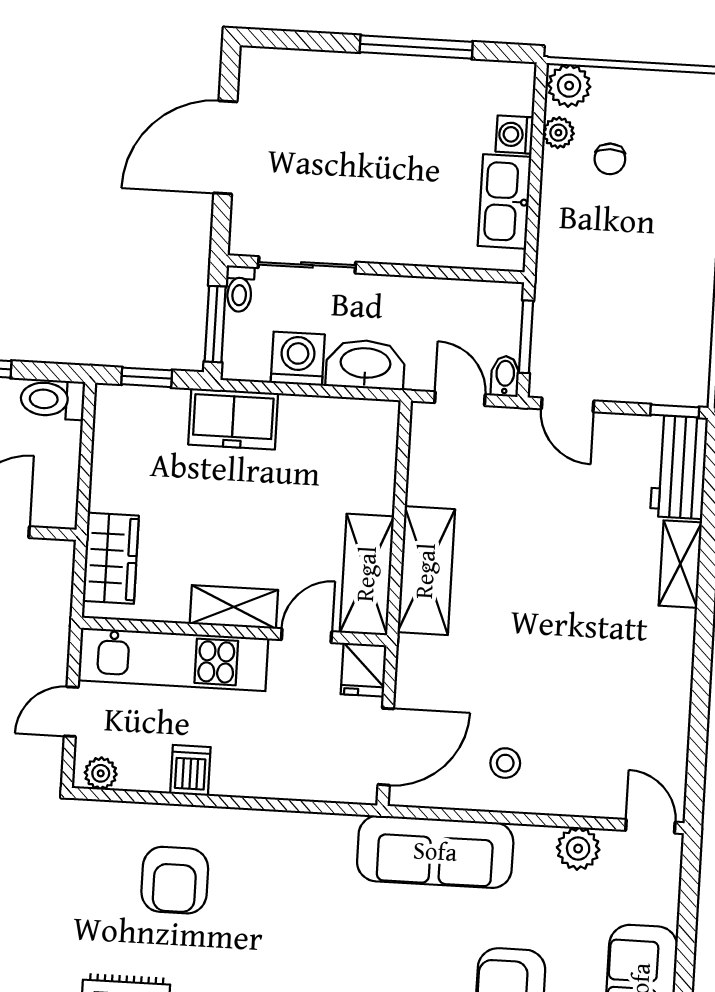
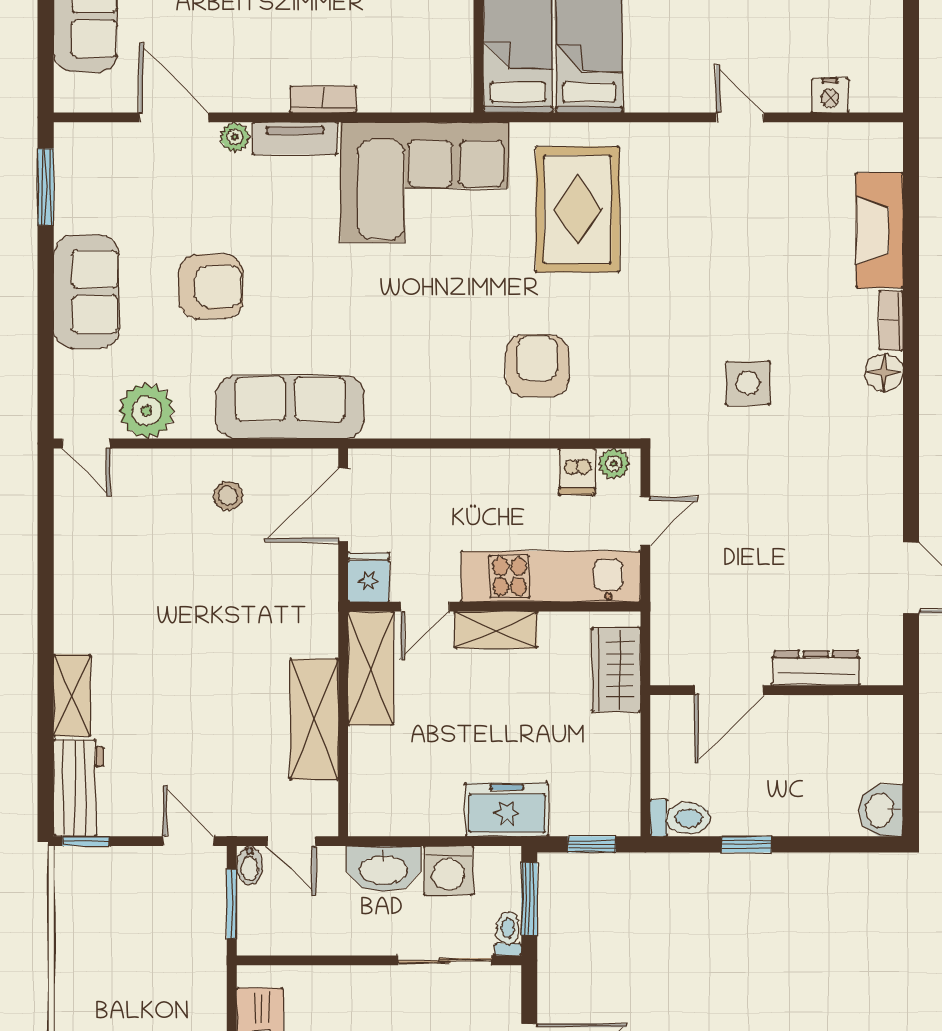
shelving: (426, 571) -> (314, 719), moved
dishwasher: (190, 770) -> (577, 472), moved
plant: (578, 849) -> (146, 411), width x1.36, depth x1.36

